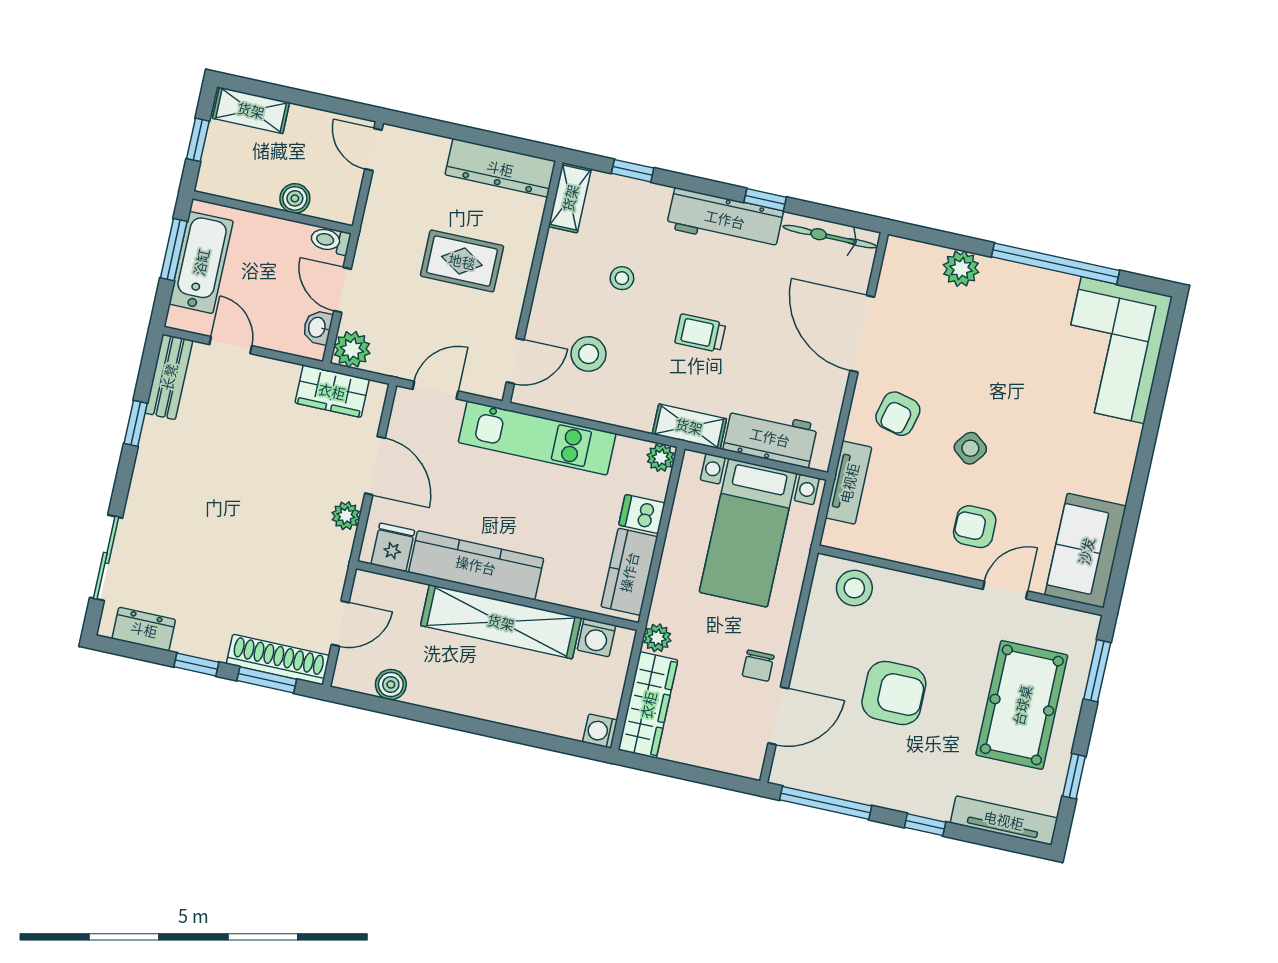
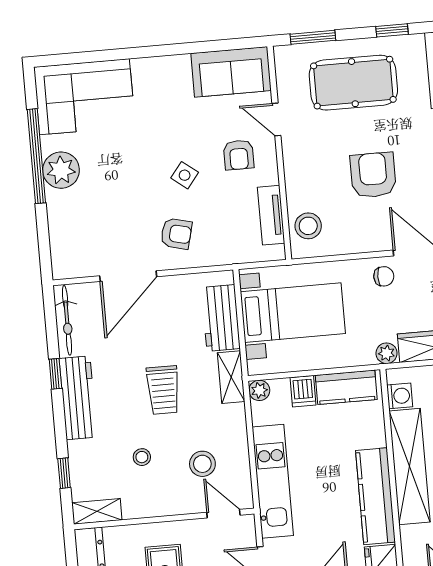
plant: (961, 269) -> (61, 170), moved, width x1.36, depth x1.36
trolley: (700, 333) -> (163, 390), width x1.36, depth x1.39
tv unit: (849, 483) -> (271, 215), moved, turned -90

